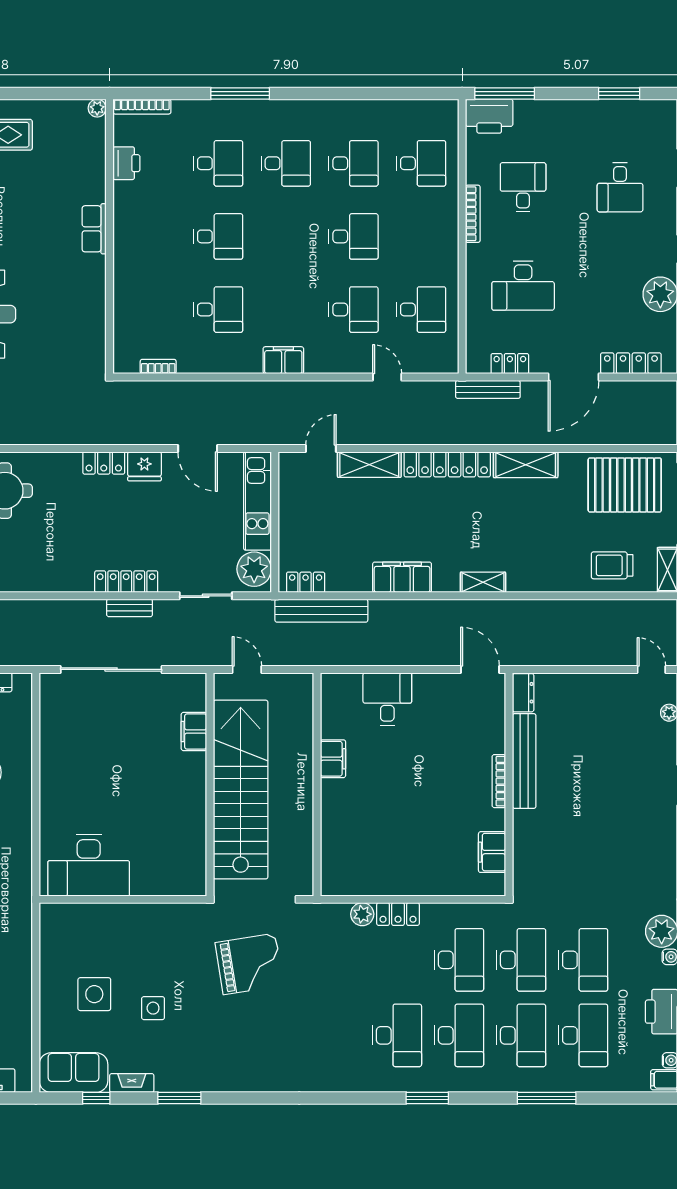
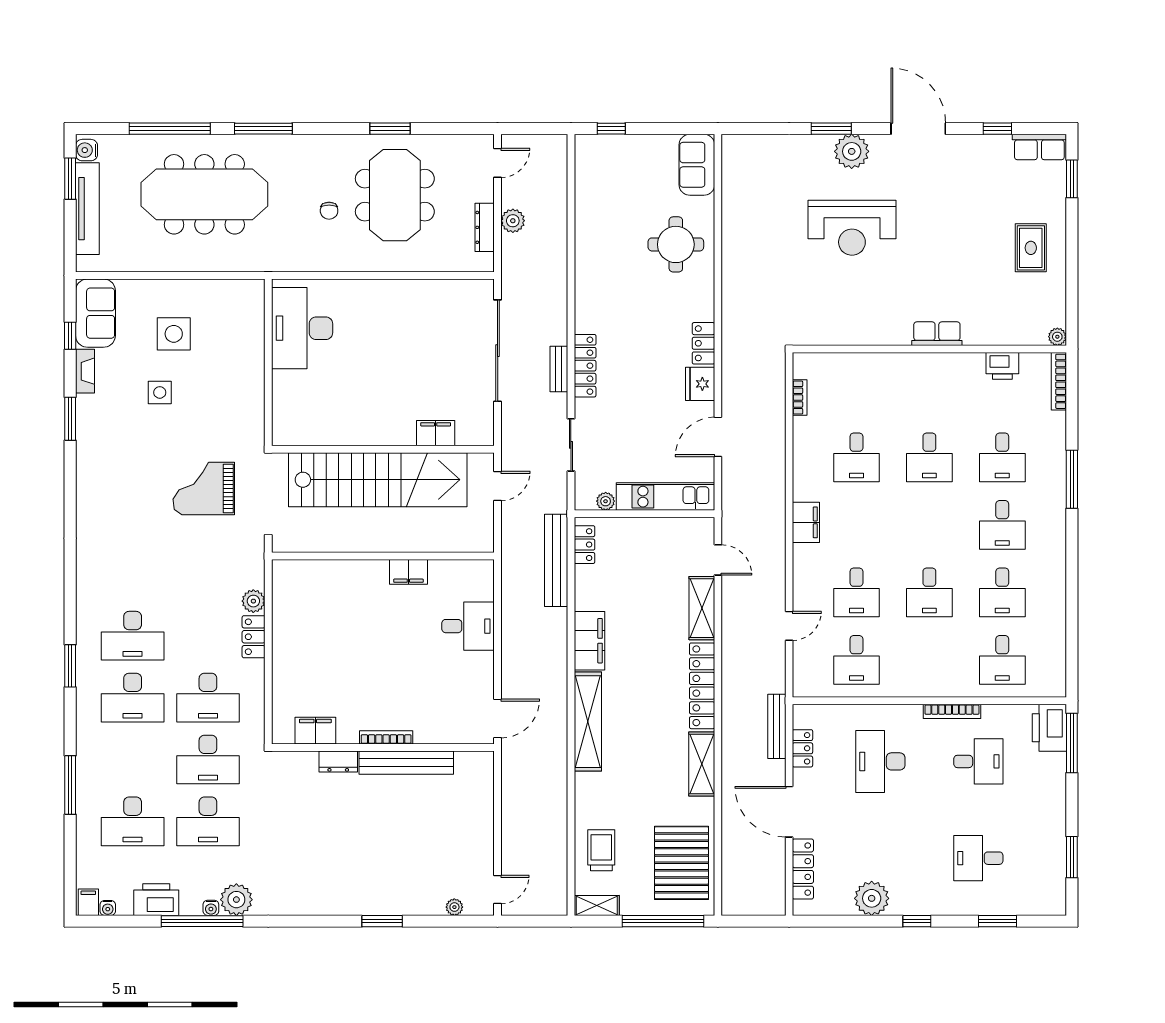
plant: (254, 569) -> (606, 501), width x0.53, depth x0.53
shelving: (483, 582) -> (588, 722), width x2.20, depth x1.33
dresser: (523, 693) -> (338, 762), moved
grand piano: (249, 964) -> (204, 488), turned 99
desk: (521, 1035) -> (133, 759), removed

